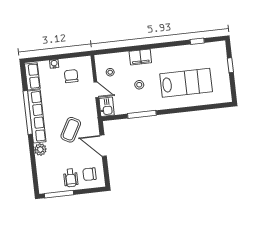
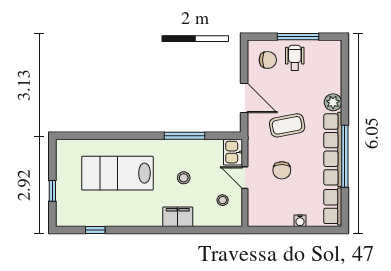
chair: (71, 76) -> (282, 170), moved
coffee table: (71, 130) -> (287, 125), turned 50
window: (59, 194) -> (298, 37), moved

